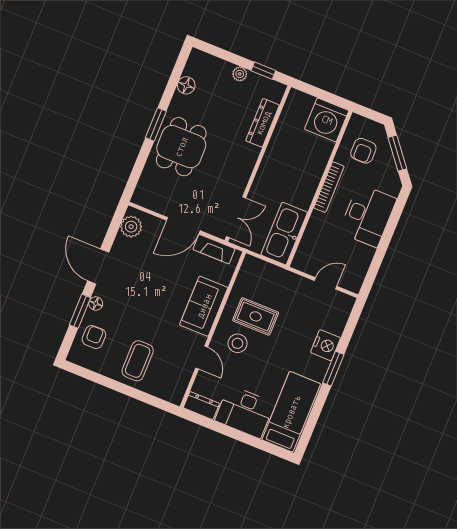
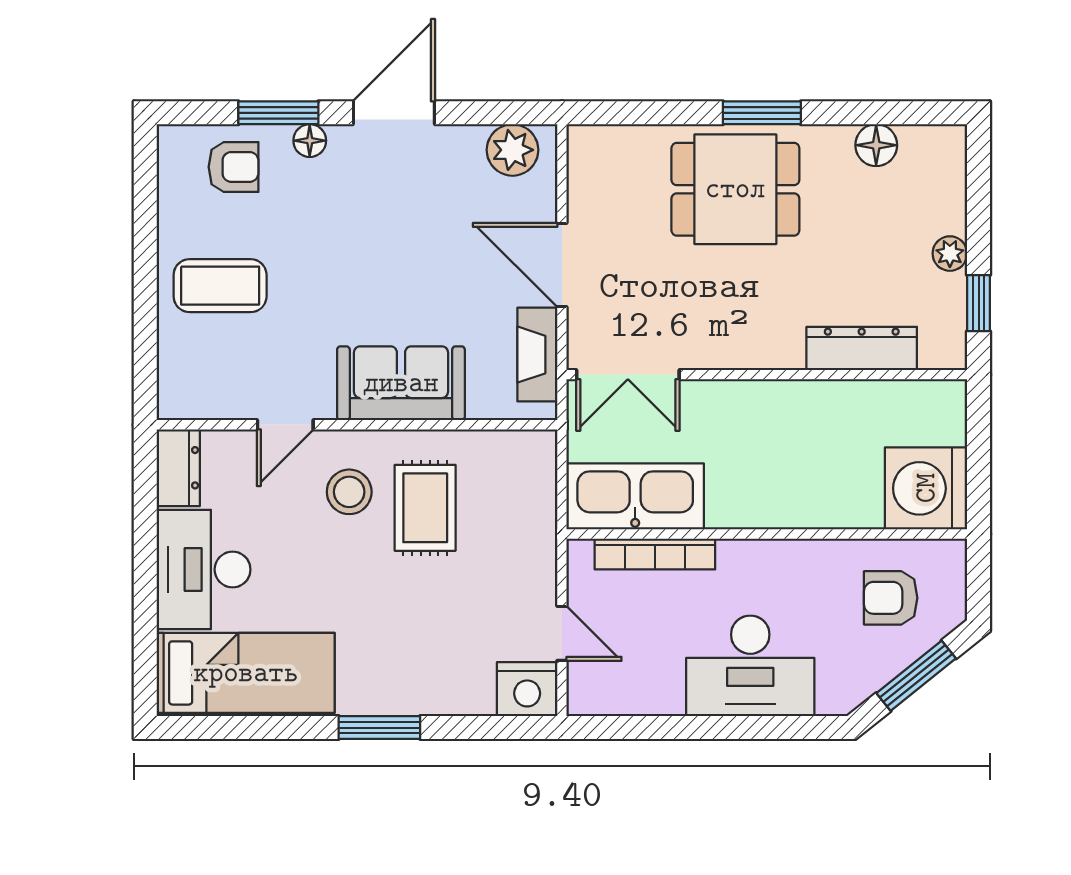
bookcase: (329, 187) -> (655, 554), moved
nightstand: (326, 345) -> (527, 689), moved

